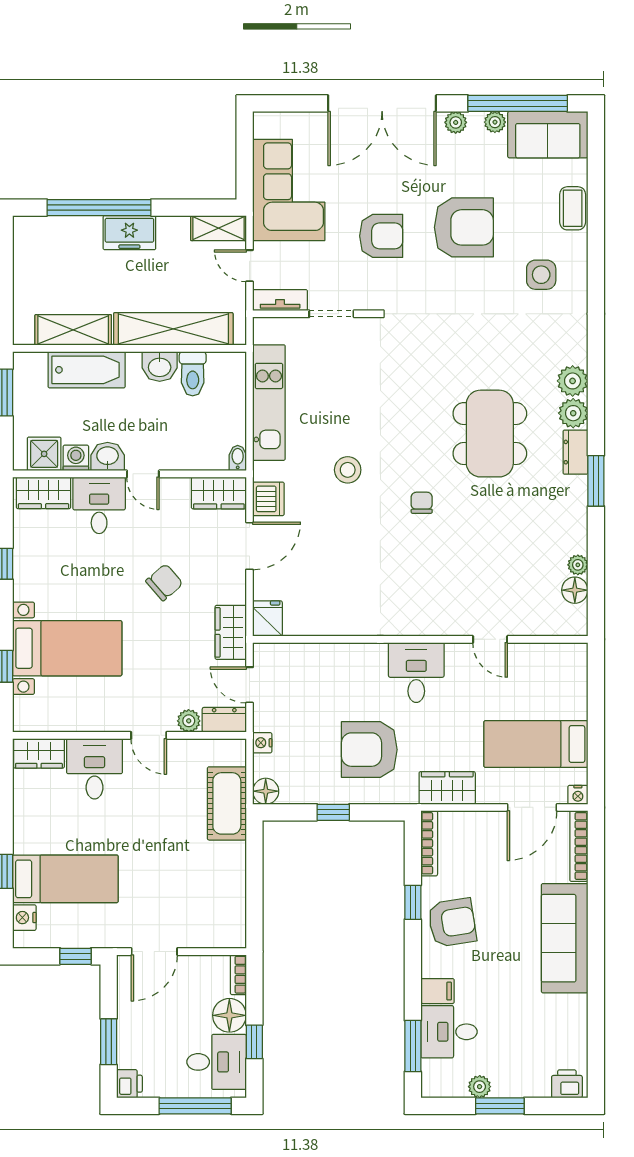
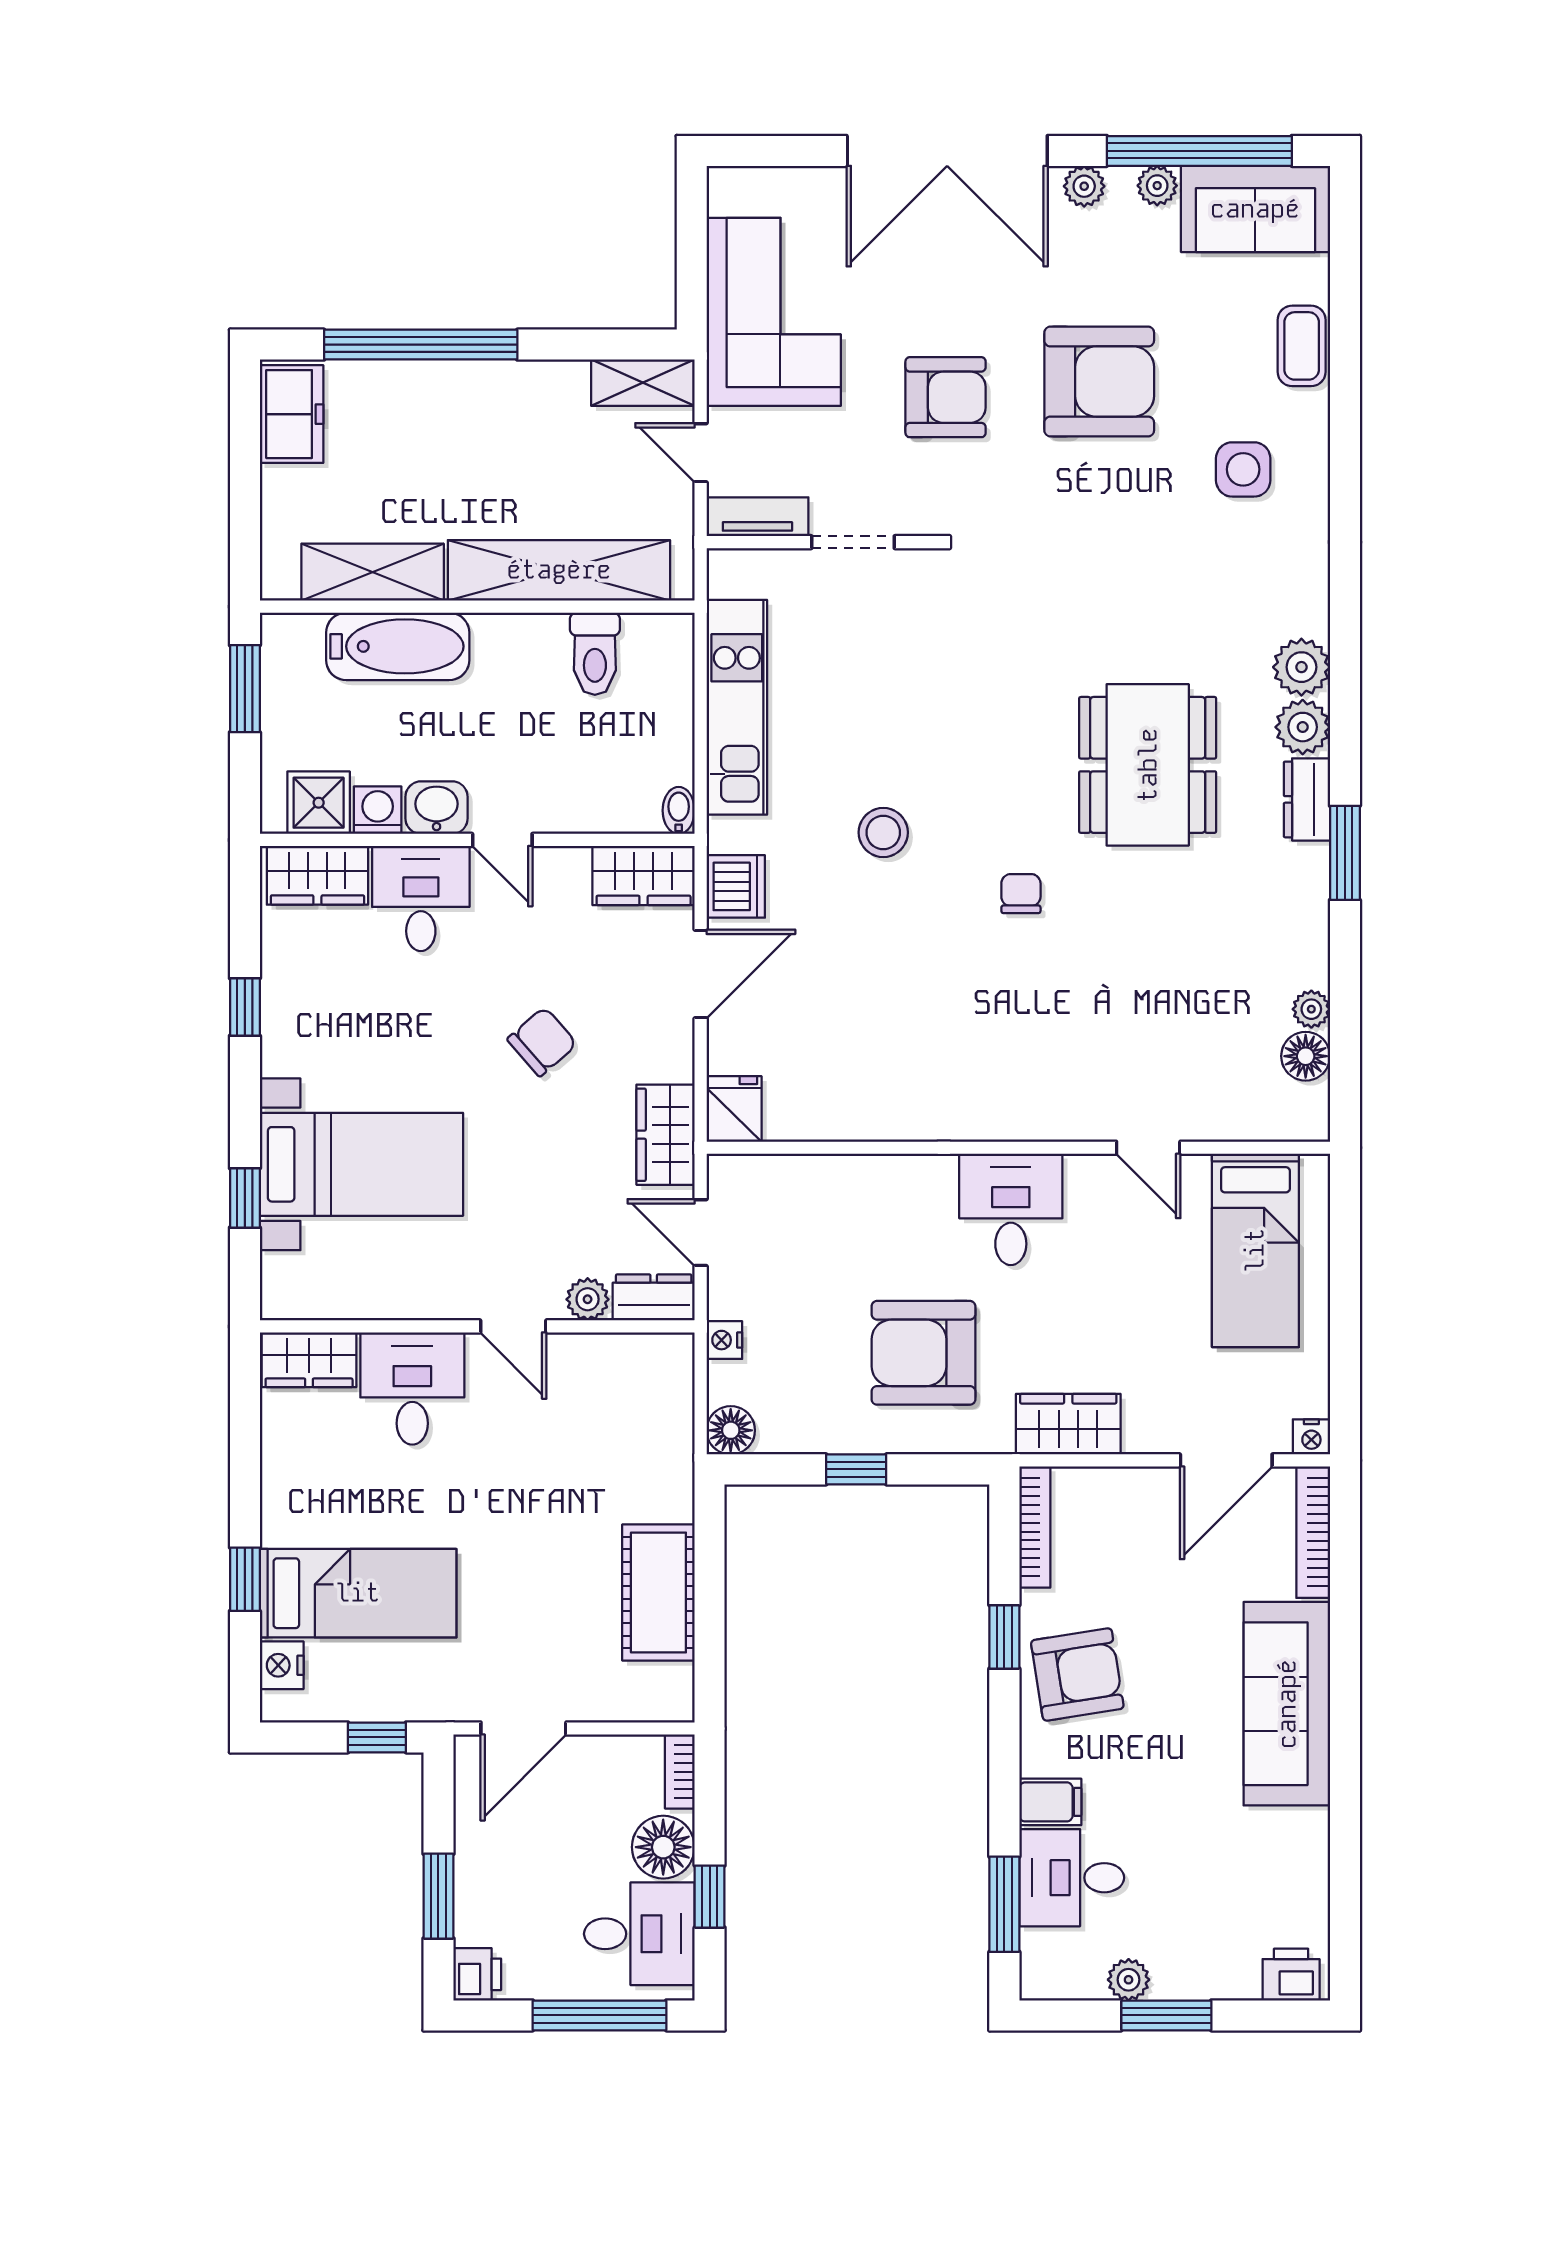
freezer: (129, 233) -> (292, 414), moved, turned -90
washbasin: (160, 366) -> (533, 640), removed
bed: (536, 744) -> (1255, 1250), moved, turned -90
cot: (227, 803) -> (658, 1593), moved

